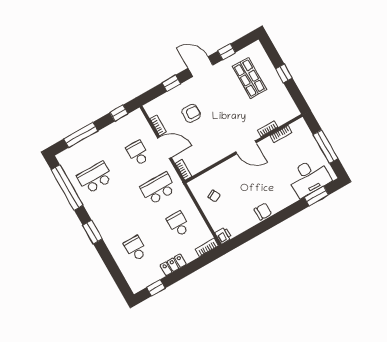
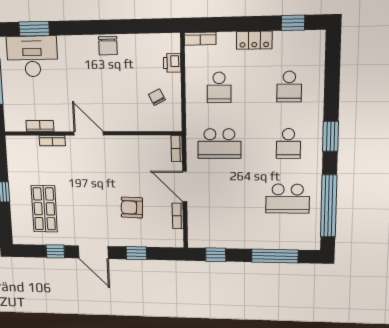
school desk: (138, 153) -> (288, 144), moved
chair: (263, 211) -> (108, 46), turned -90
printer: (223, 235) -> (172, 63), moved

